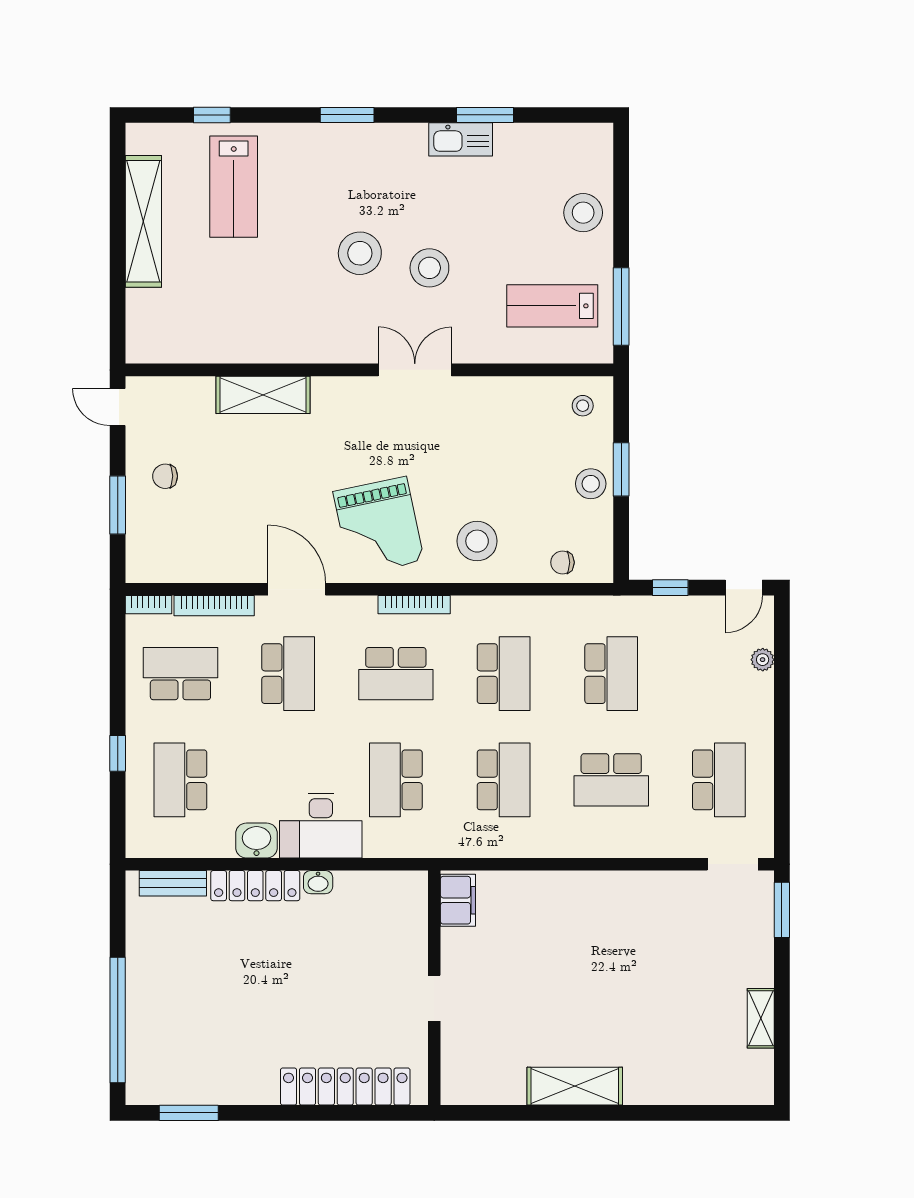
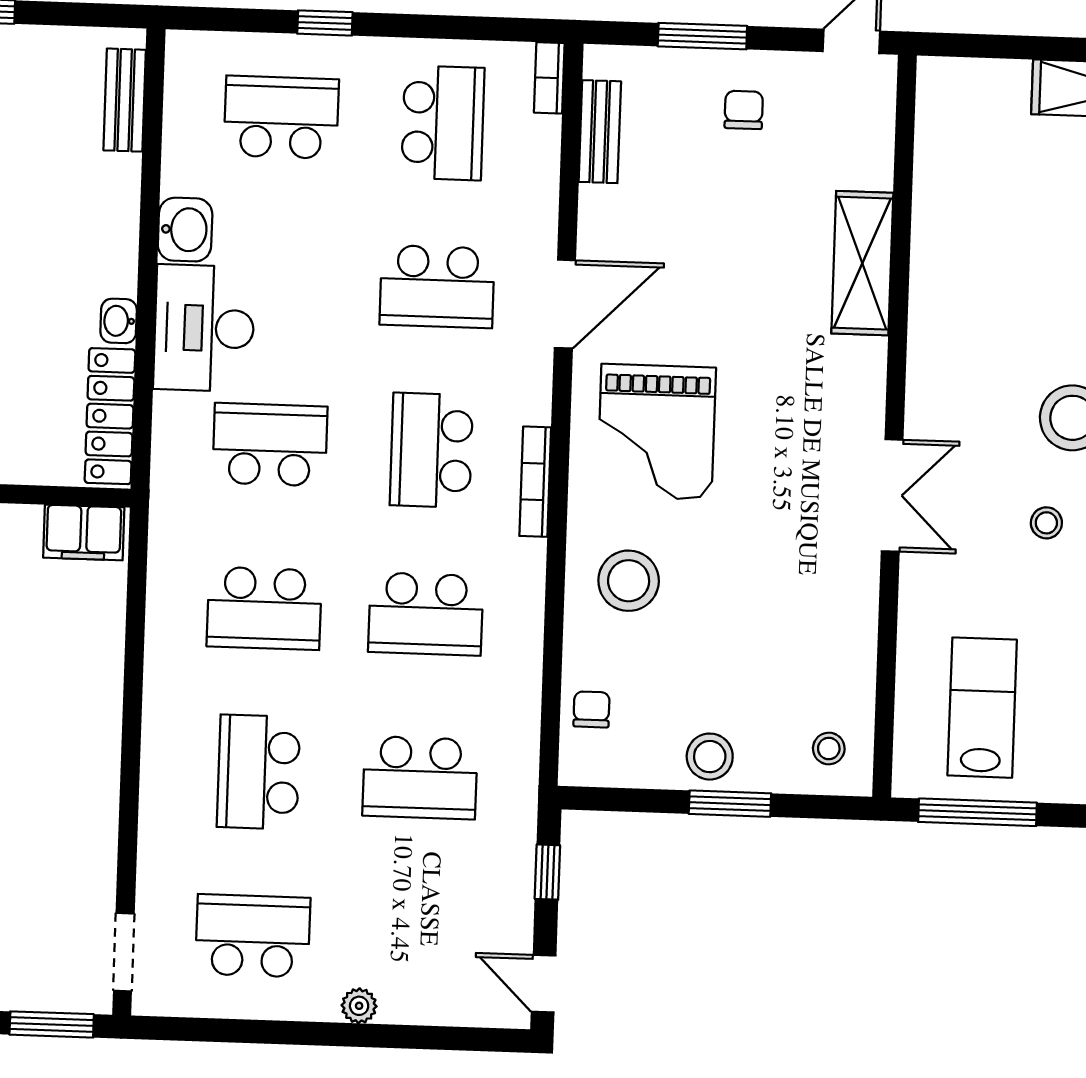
stool: (429, 268) -> (1046, 523), width x0.53, depth x0.53
grand piano: (379, 526) -> (656, 432), turned -78
bench: (183, 570) -> (600, 132), added
bookcase: (214, 606) -> (544, 178), removed
plant: (763, 660) -> (359, 1006), moved
school desk: (719, 780) -> (253, 936), turned 180
locker: (255, 886) -> (110, 416), moved

